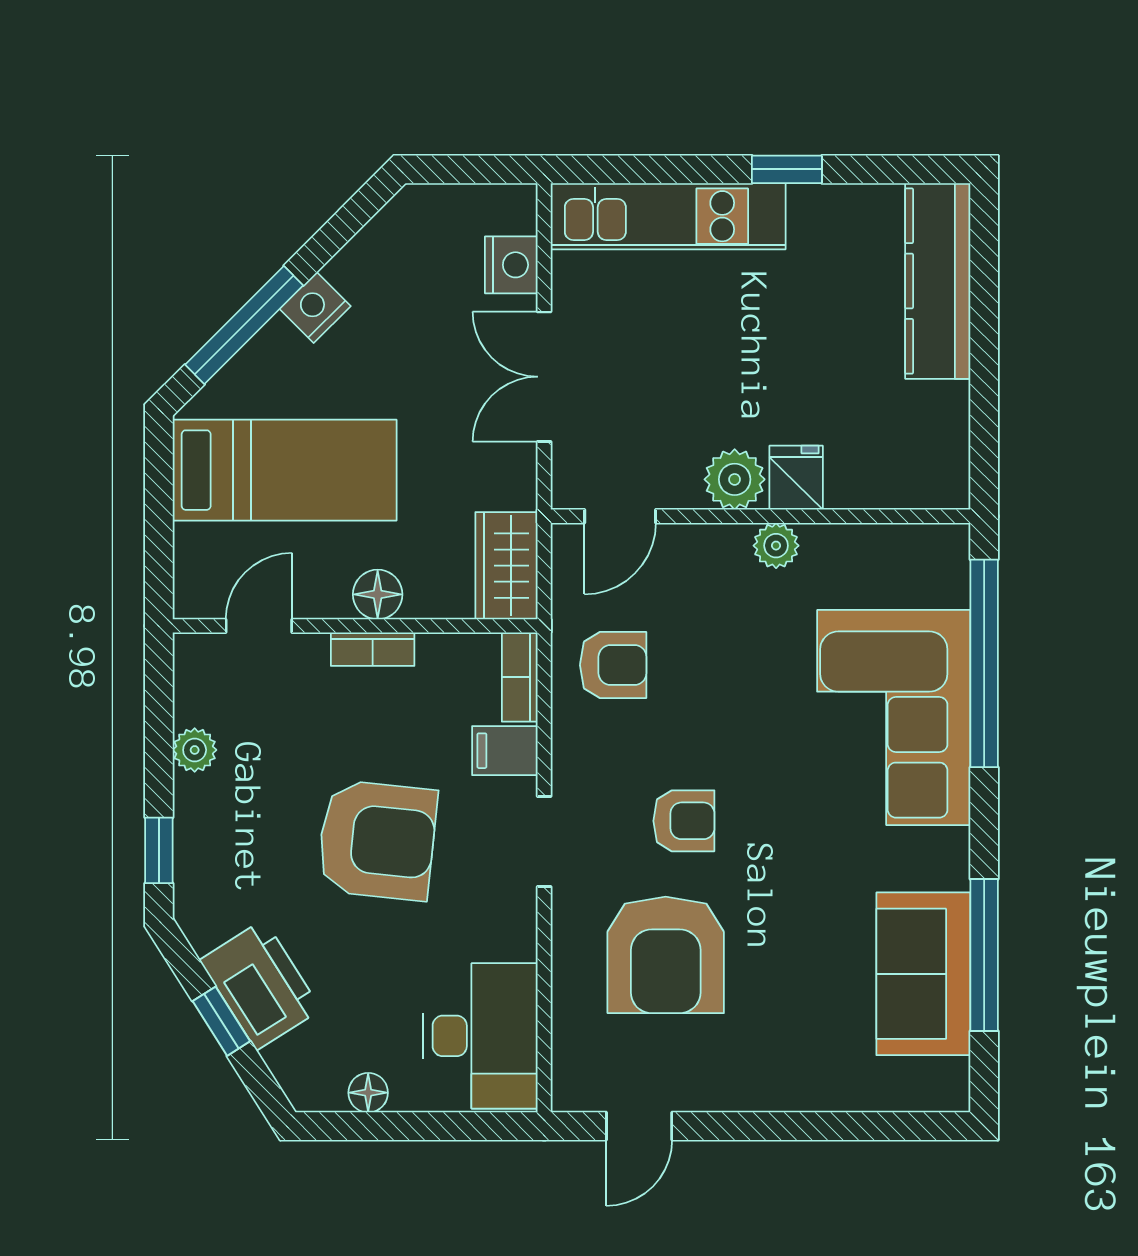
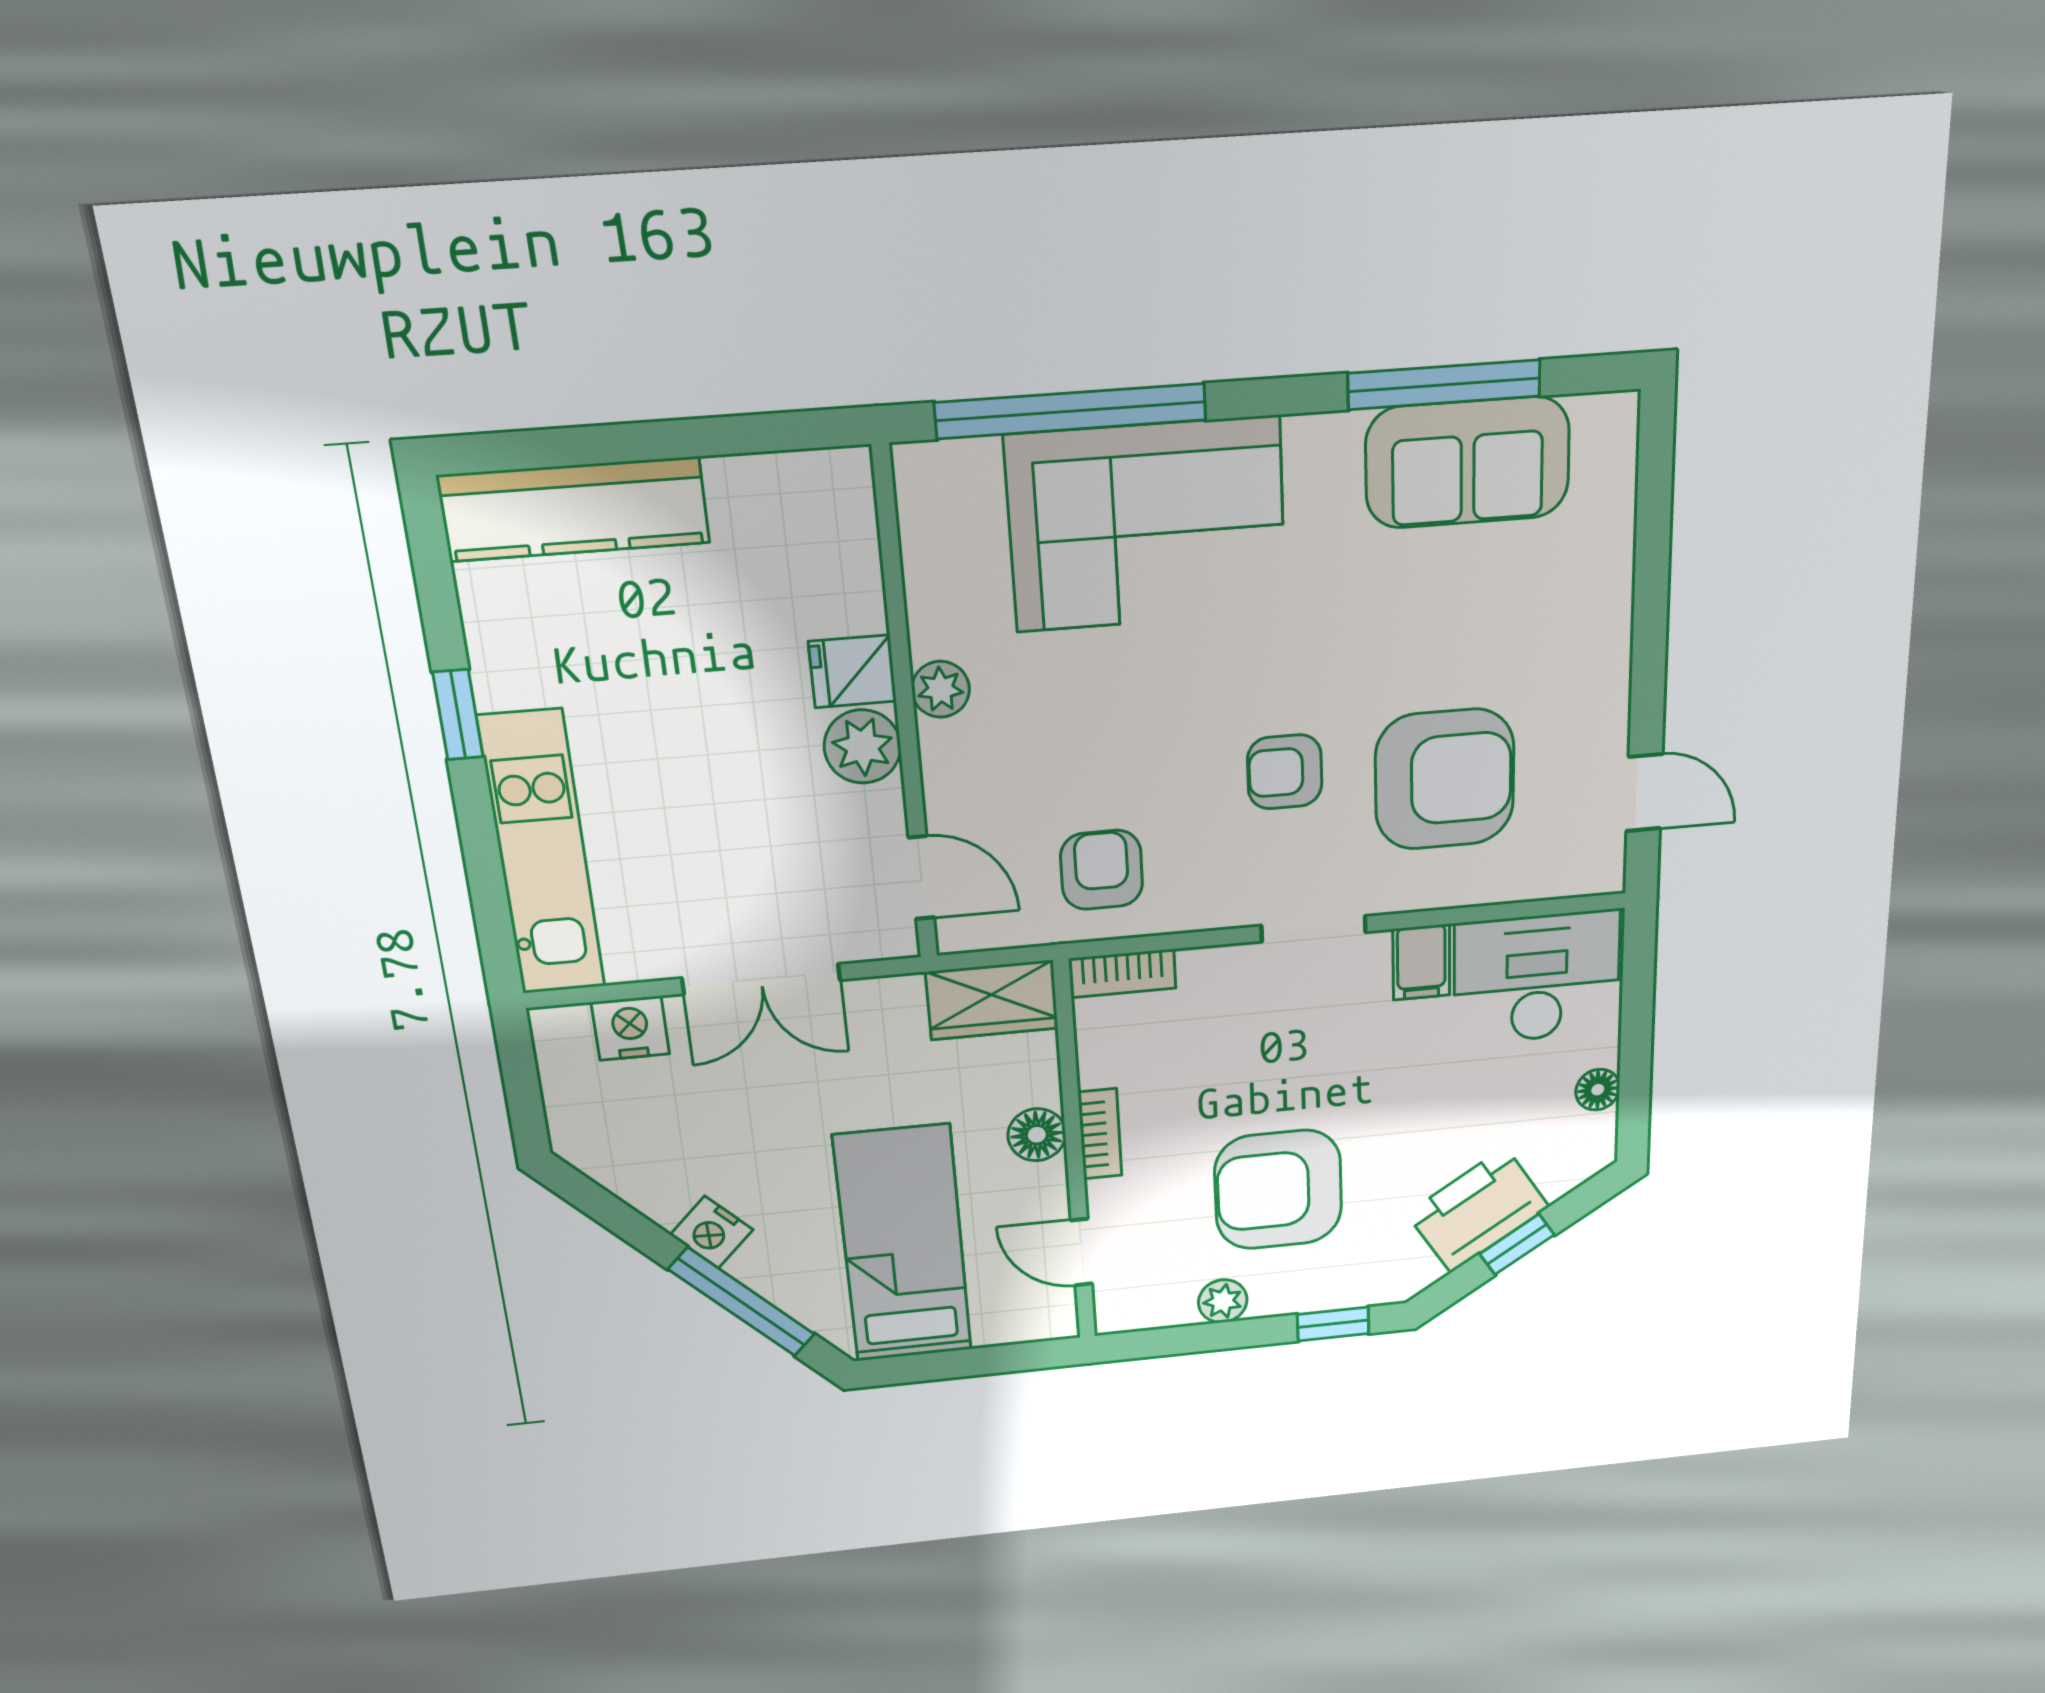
filing cabinet: (505, 751) -> (1421, 962), moved
armchair: (684, 821) -> (1285, 772), turned -90
armchair: (377, 840) -> (1278, 1190), moved, turned -96

